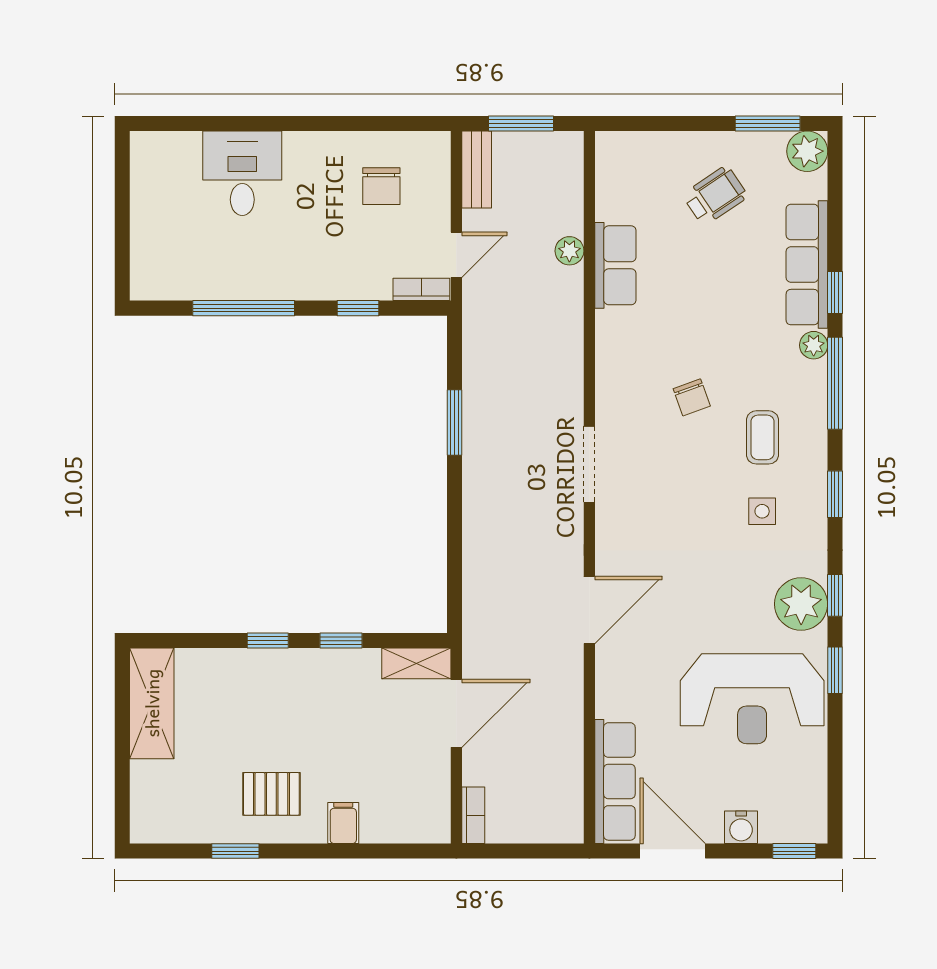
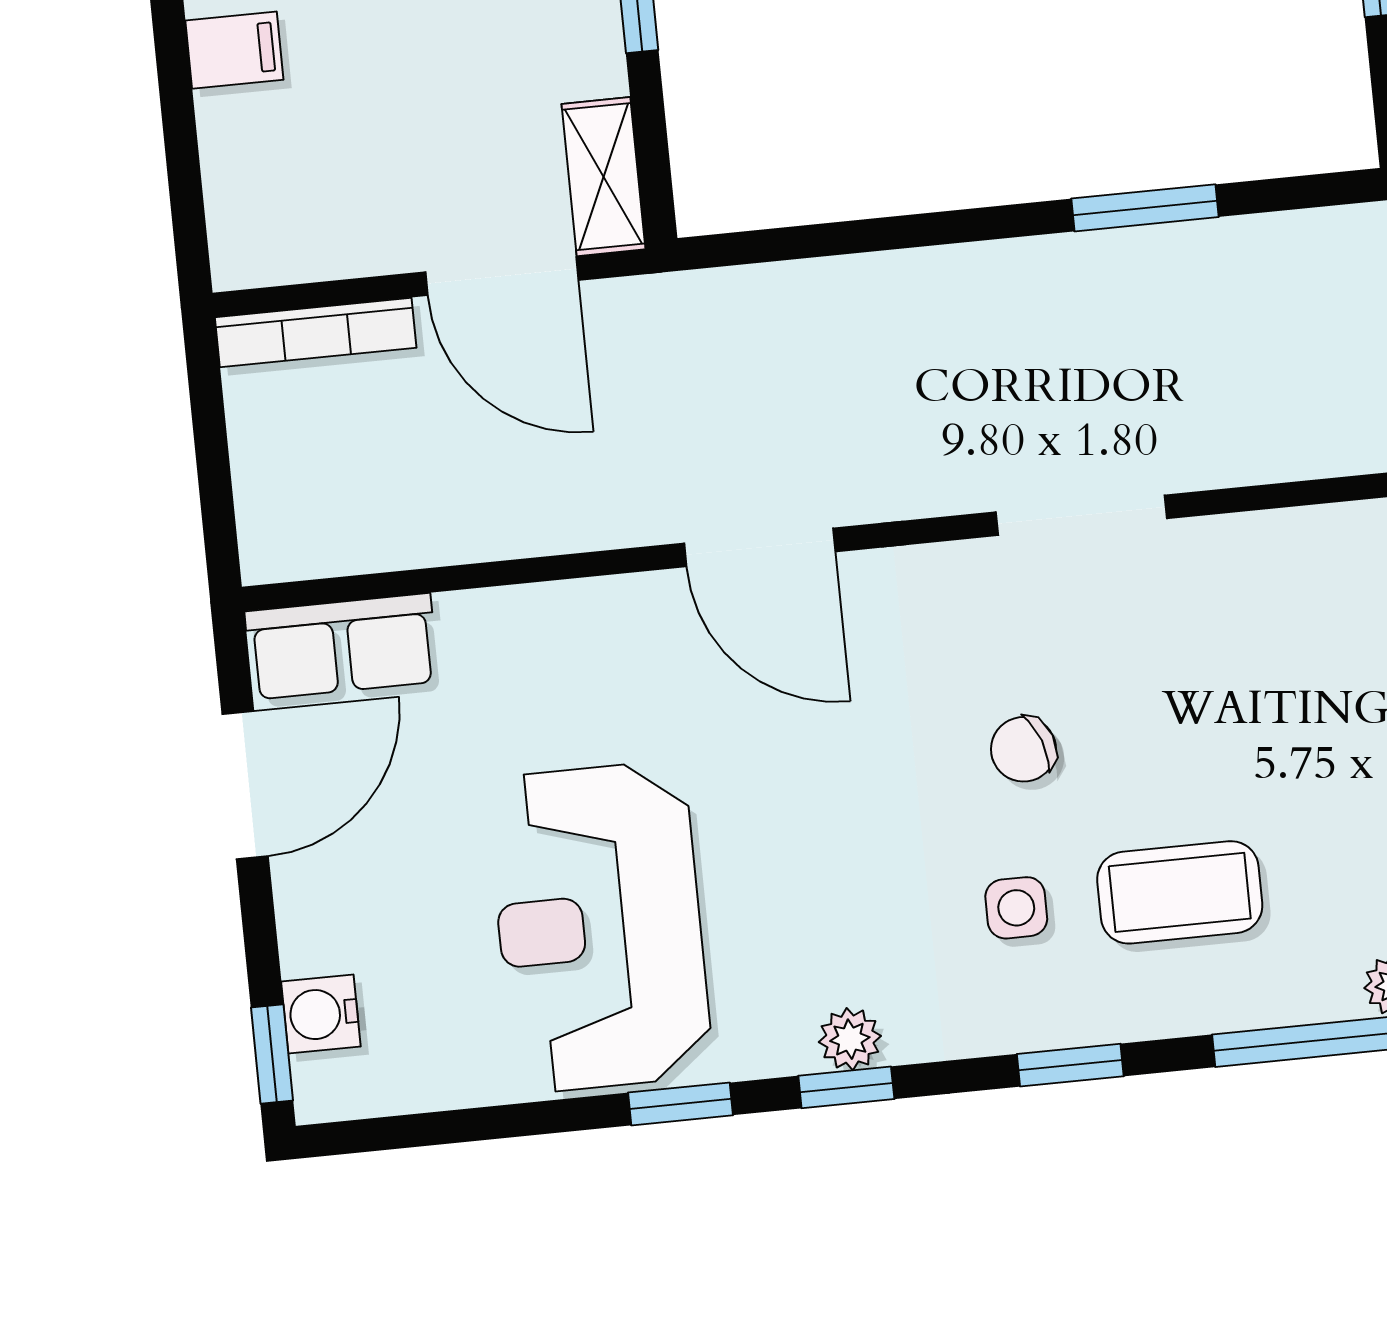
chair: (692, 397) -> (1024, 749), moved
coffee table: (762, 437) -> (1180, 892), width x1.36, depth x1.30
plant: (801, 604) -> (850, 1039), width x0.53, depth x0.53
row of seats: (615, 781) -> (342, 646), width x0.68
bookcase: (473, 815) -> (316, 333), width x1.56
water cooler: (741, 827) -> (321, 1014), moved

